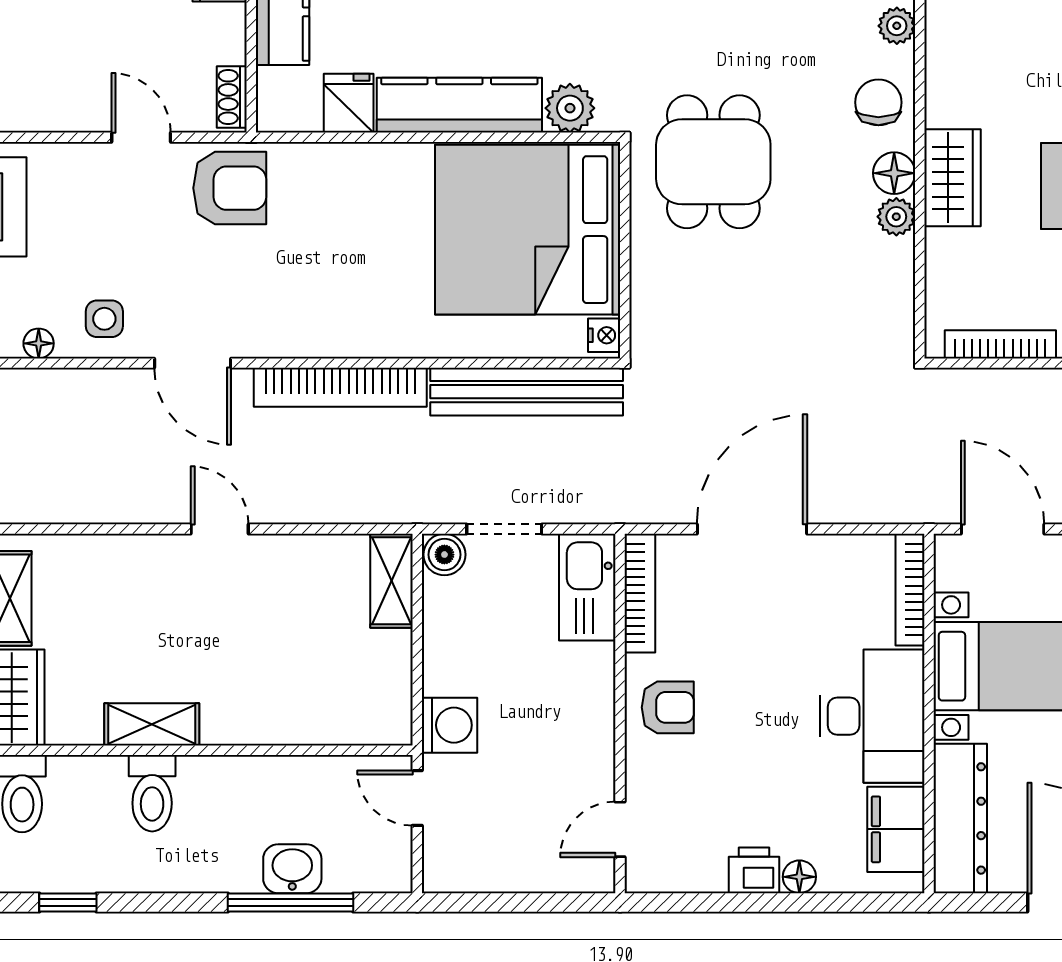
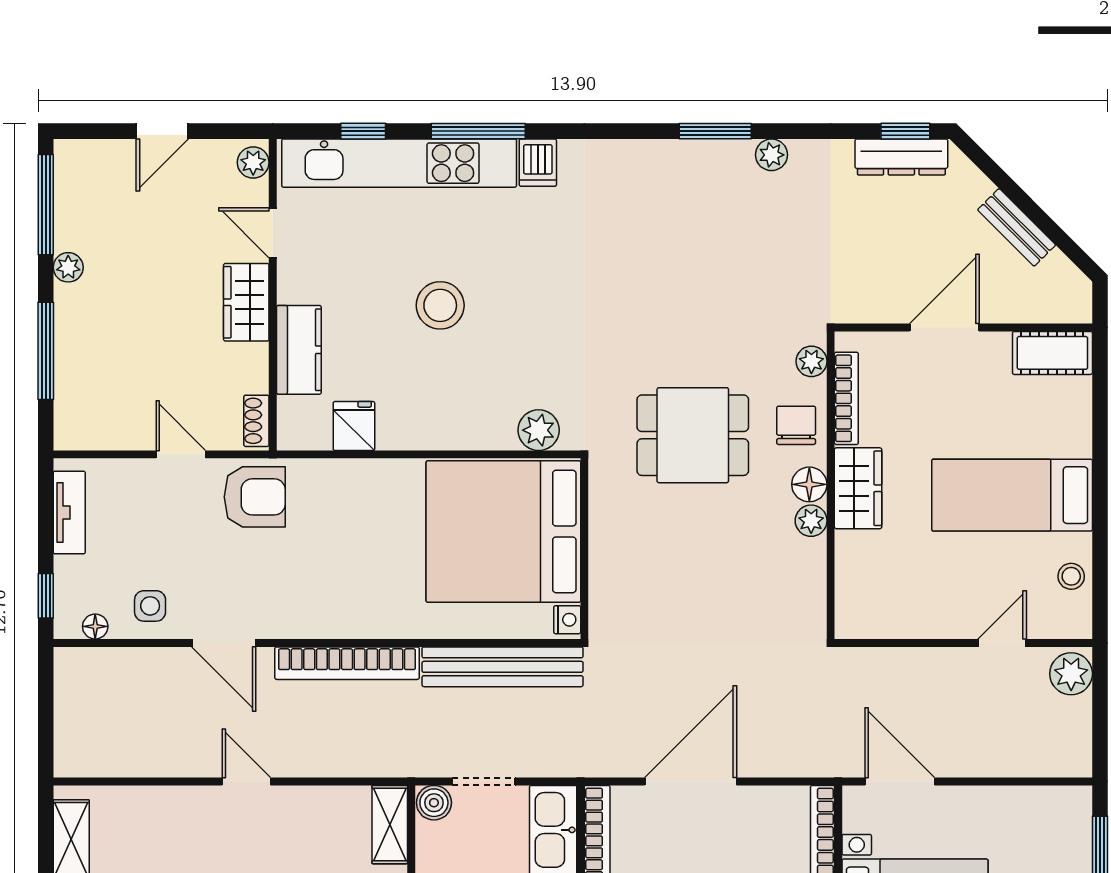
kitchen counter: (459, 105) -> (446, 428), removed
dining table: (713, 162) -> (693, 435), moved, turned 90
bookcase: (1000, 344) -> (846, 398), moved, turned 90

